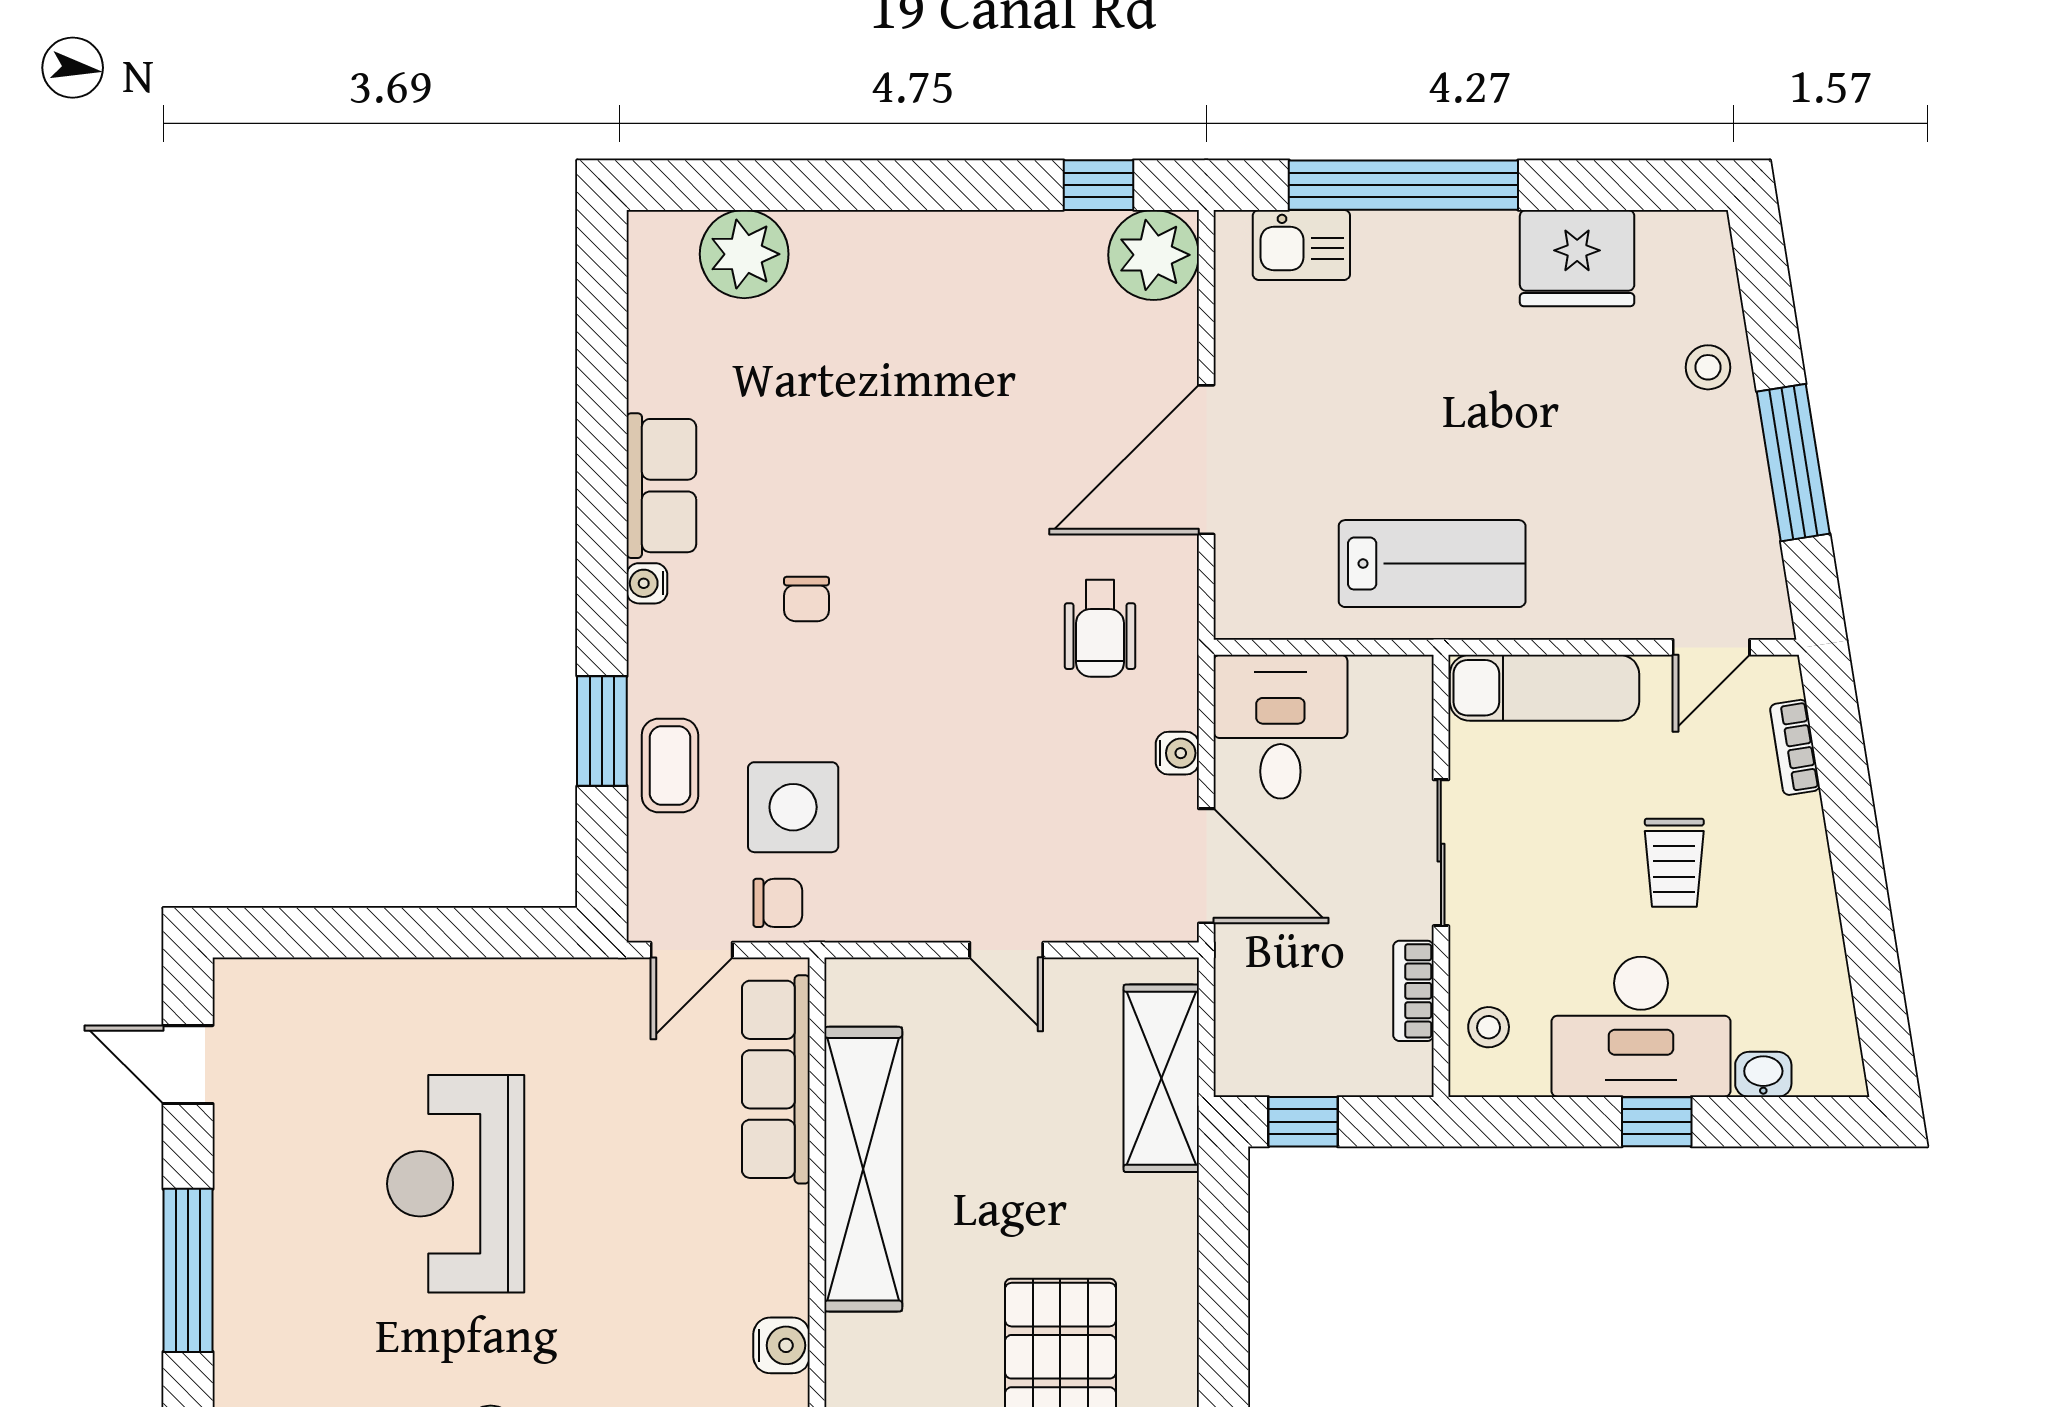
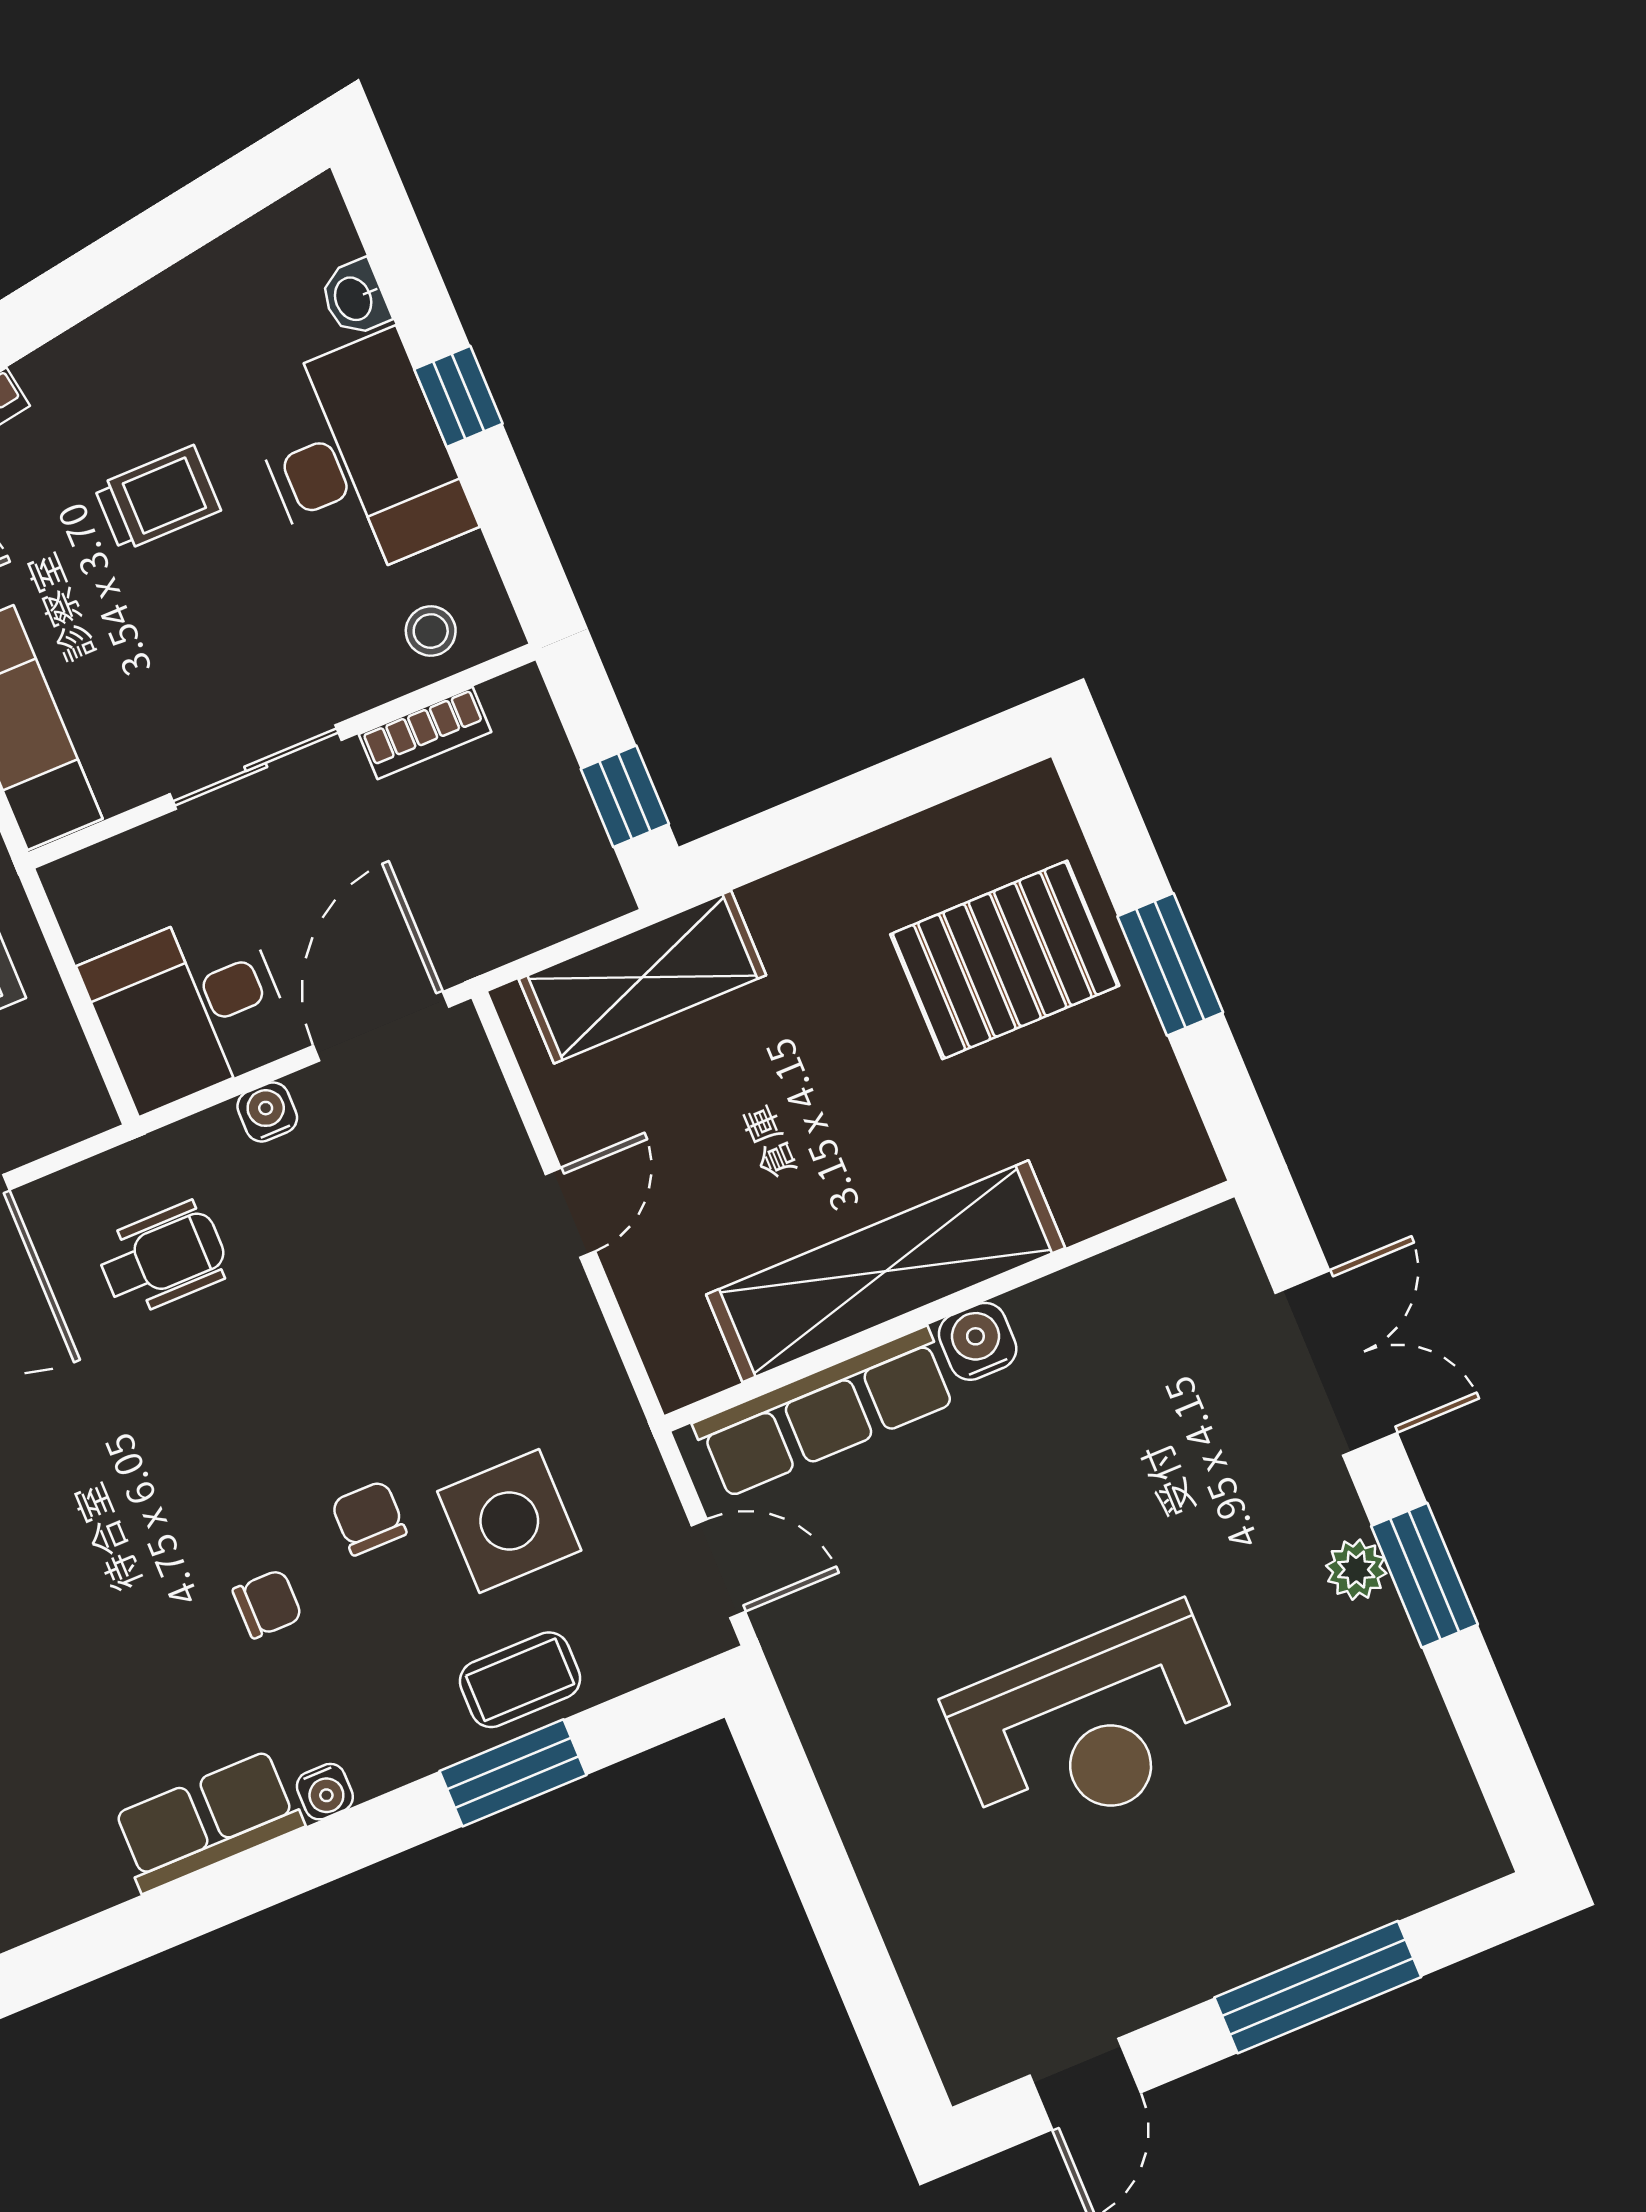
chair: (778, 903) -> (369, 1518), moved
water cooler: (782, 1345) -> (978, 1341), moved

